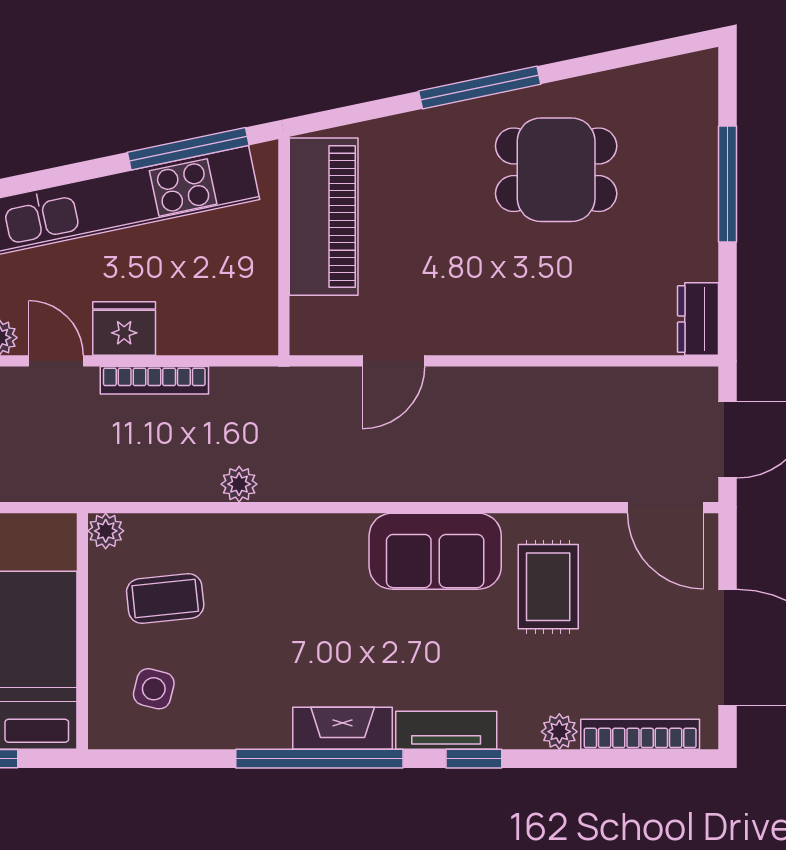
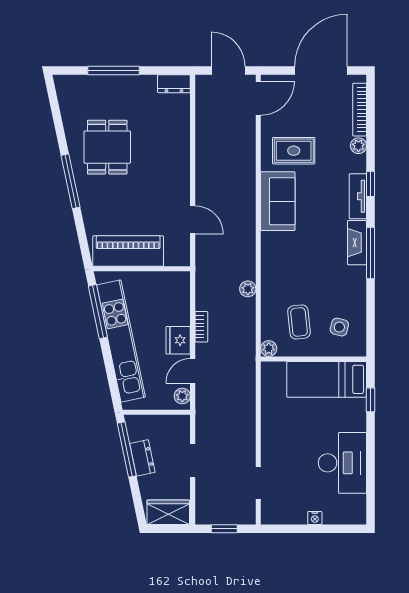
bookcase: (154, 380) -> (201, 327), width x0.64
window: (319, 759) -> (371, 253), width x0.68

